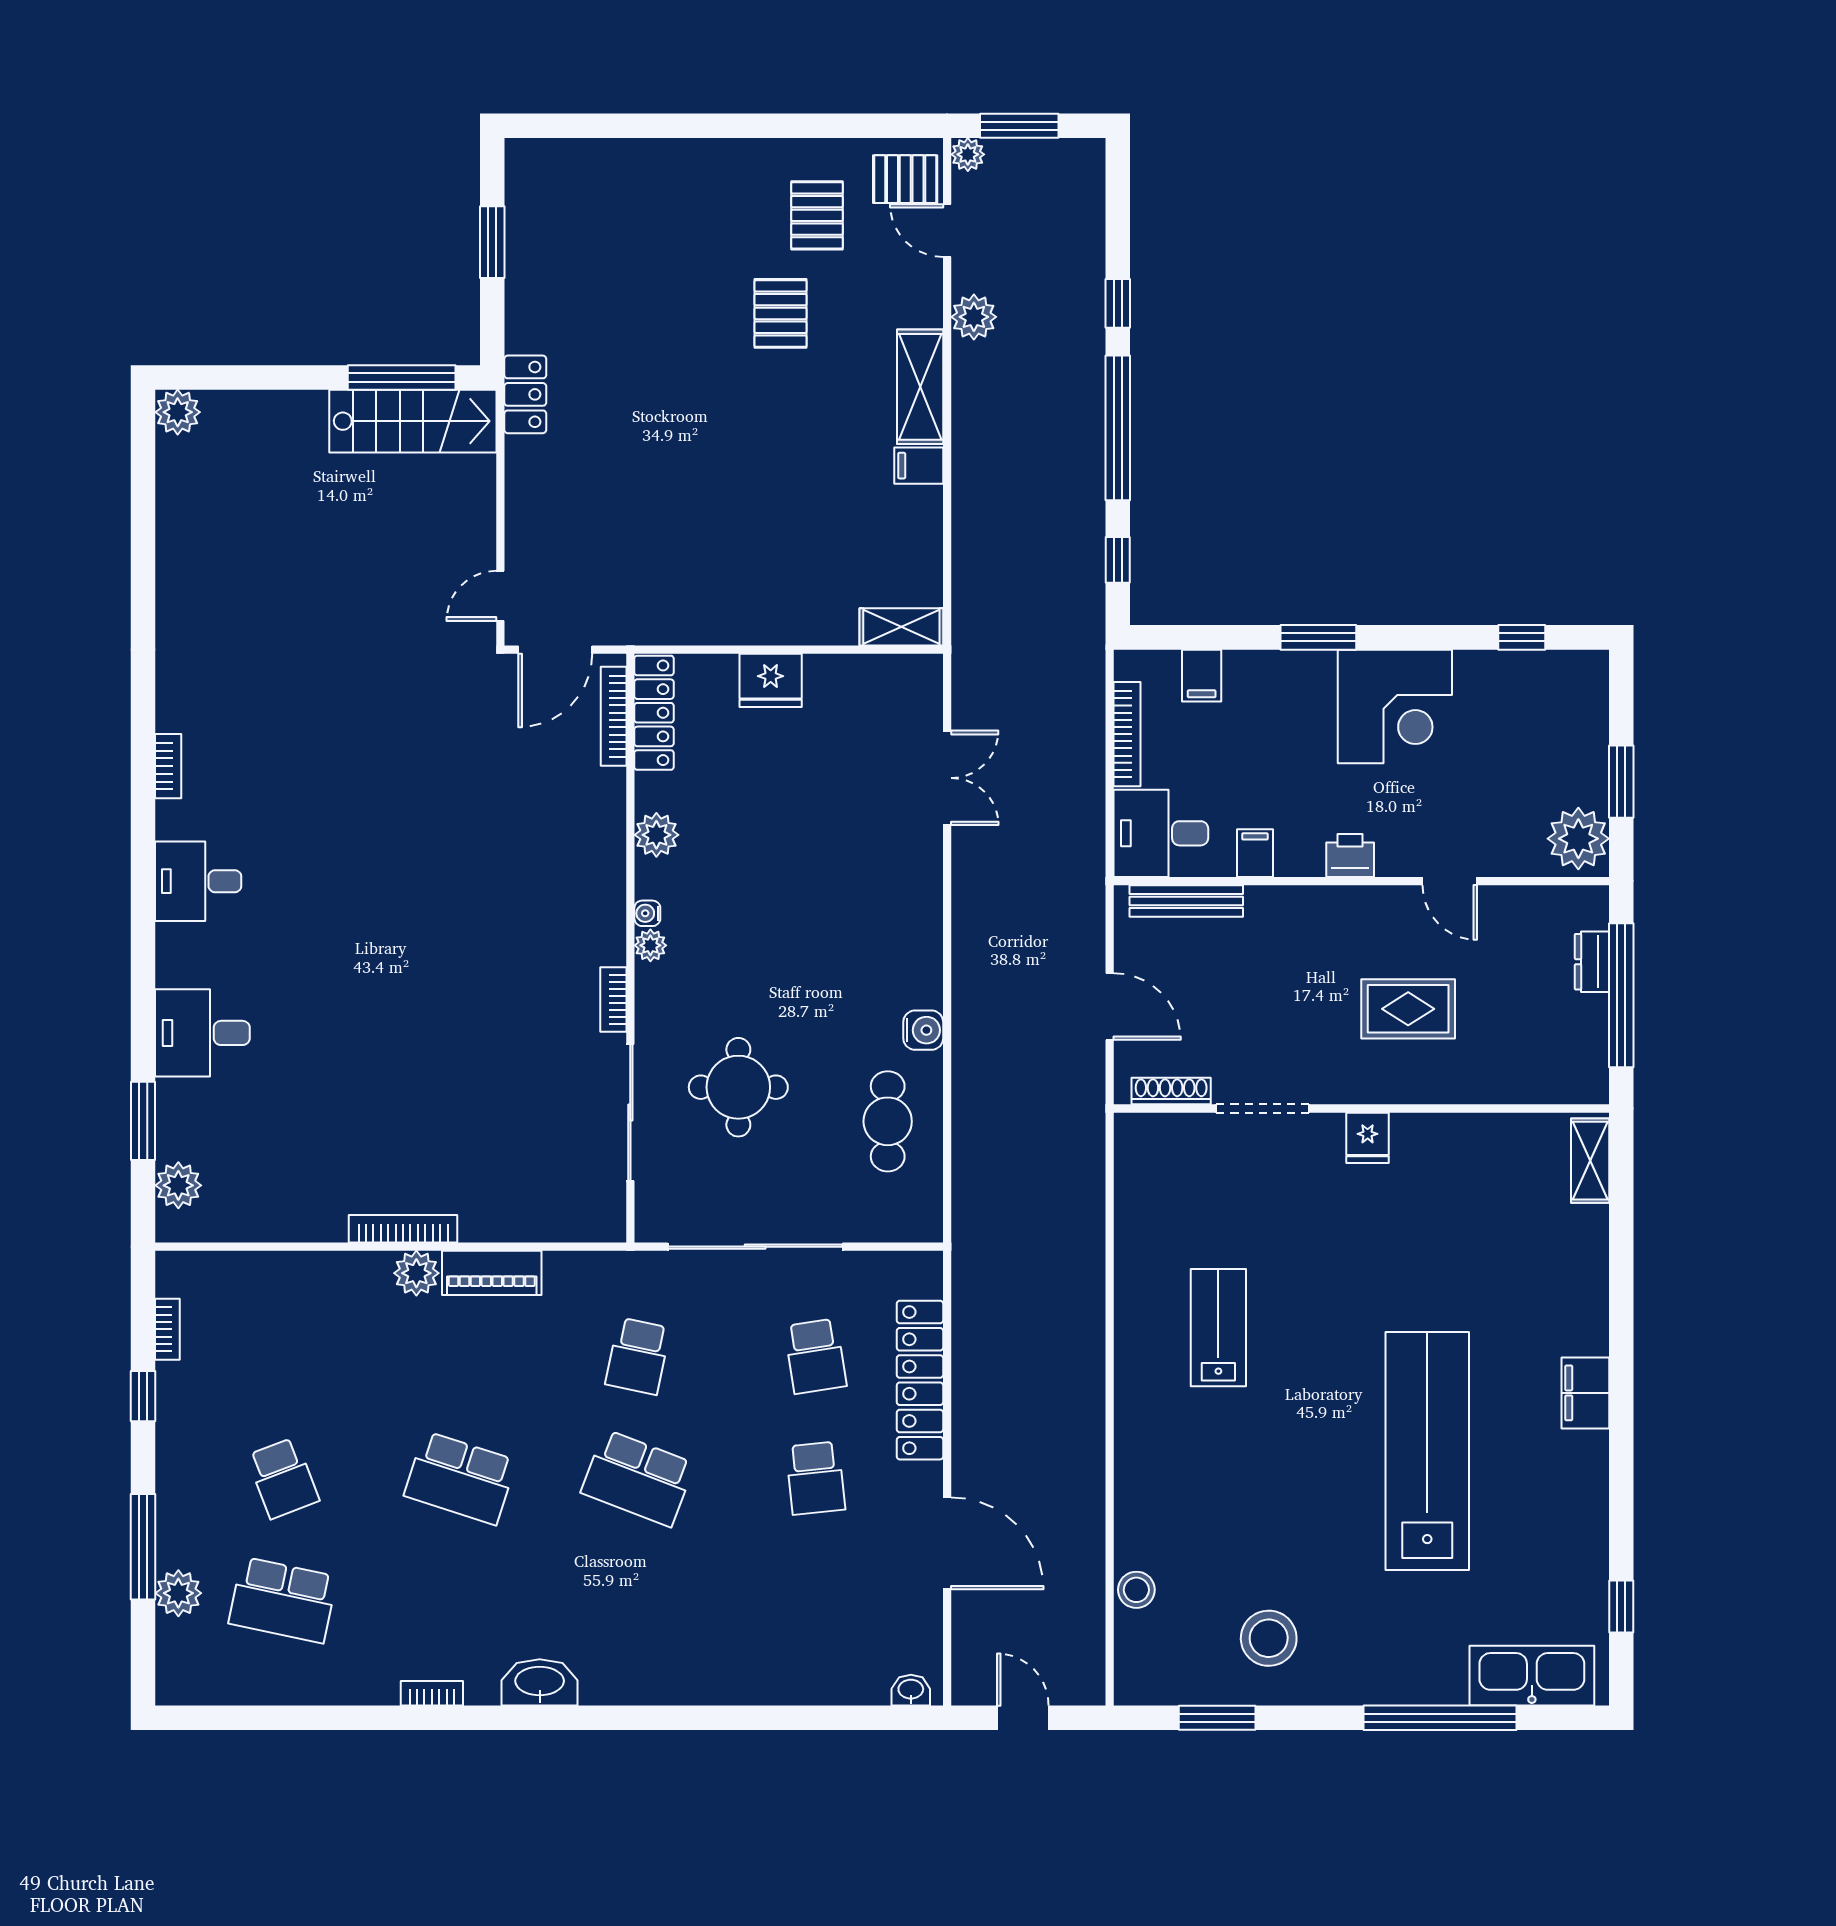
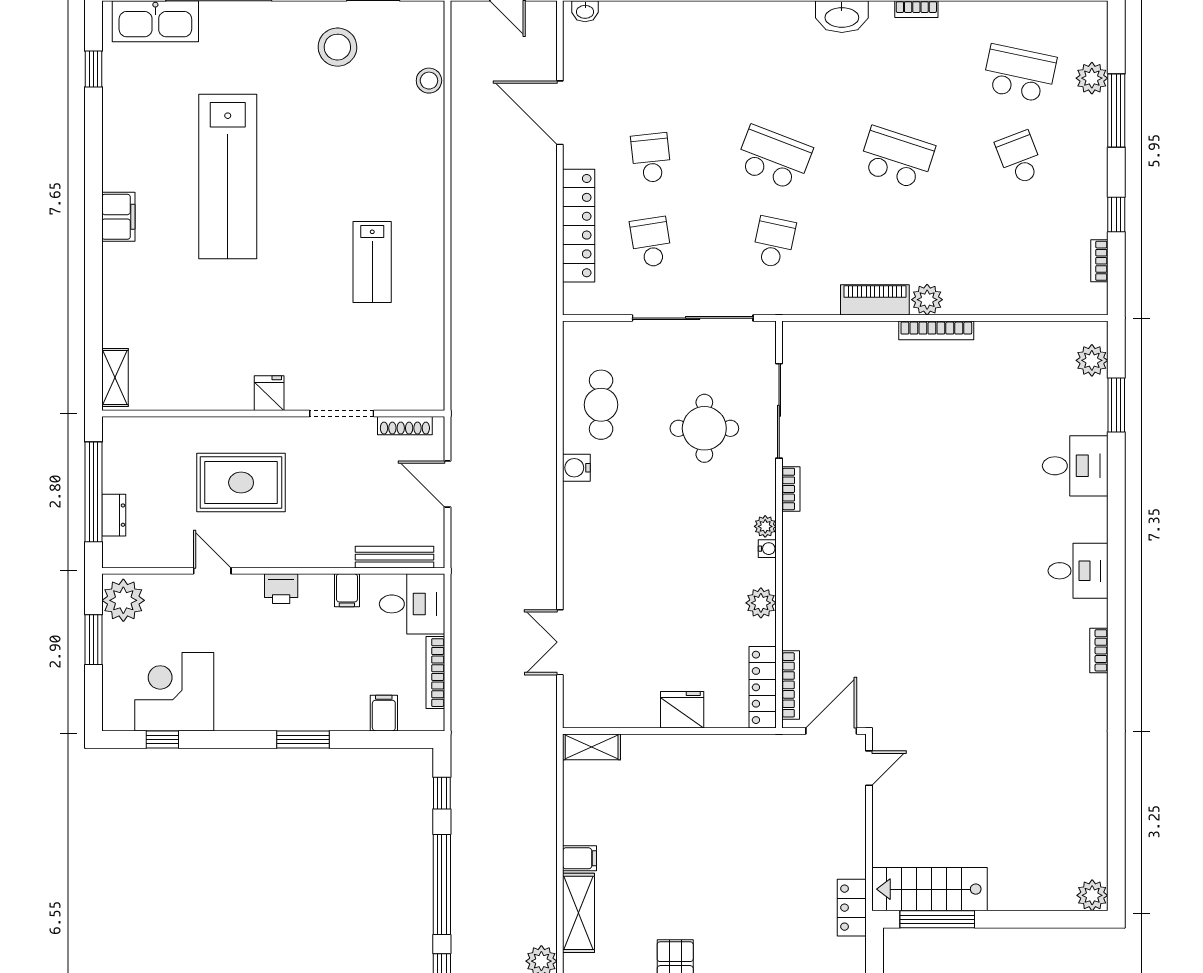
corner desk: (1395, 707) -> (174, 692), moved
rug: (1408, 1009) -> (241, 483), width x1.36, depth x1.43

